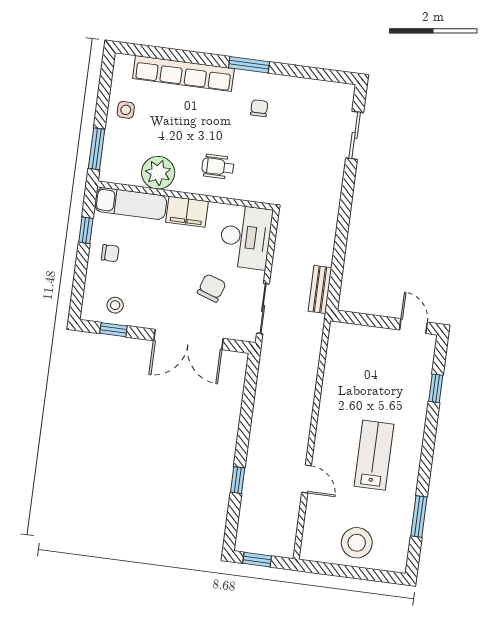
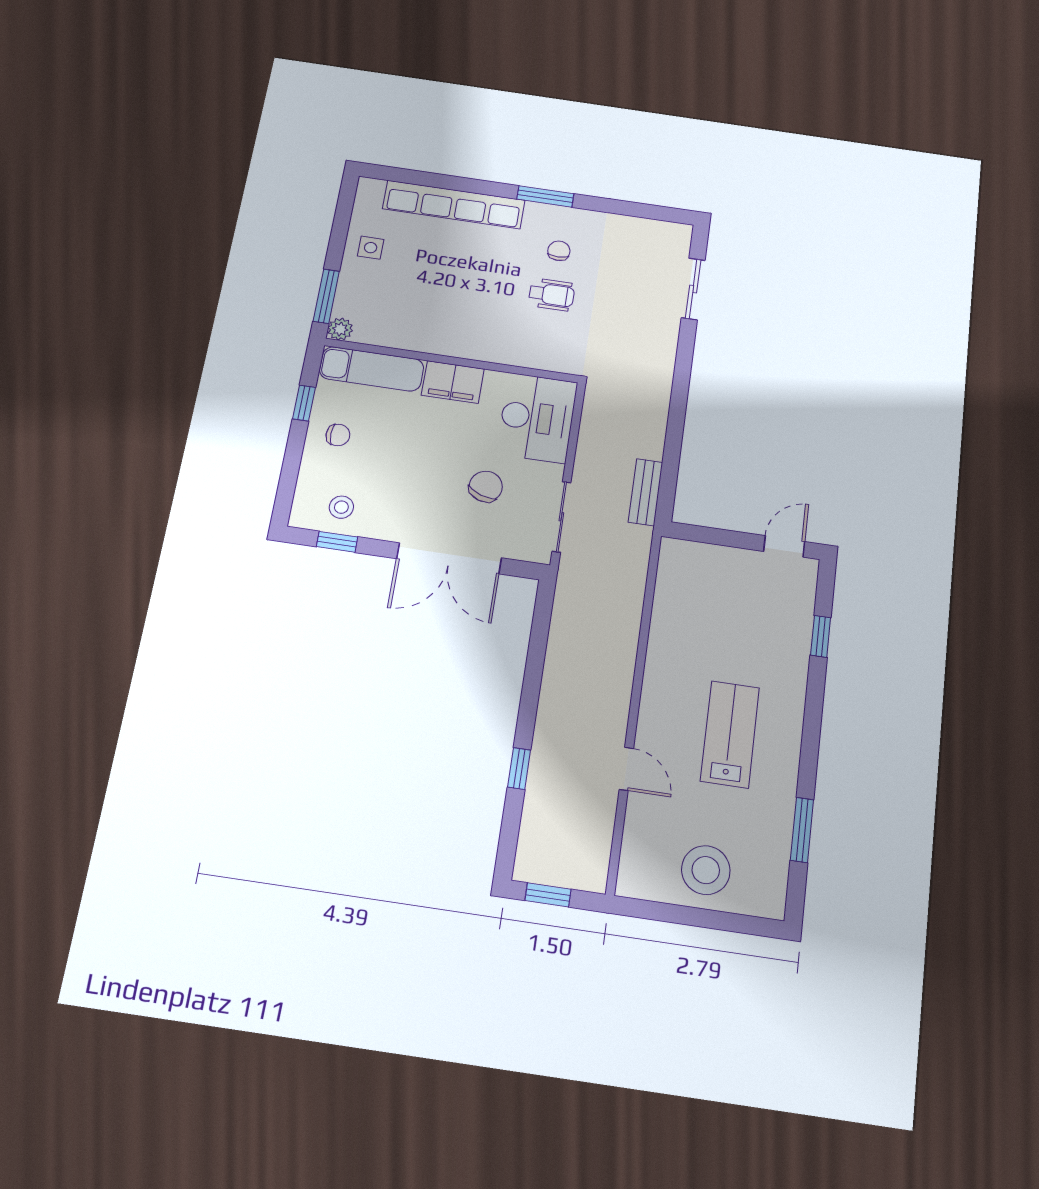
wheelchair: (218, 167) -> (552, 295), moved, turned 180
plant: (158, 173) -> (340, 329), moved, width x0.53, depth x0.53
door: (413, 326) -> (784, 546), hinge flipped

